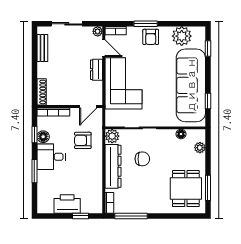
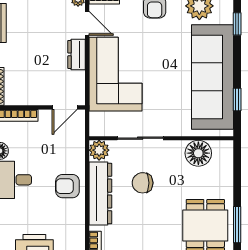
floor lamp: (181, 134) -> (198, 153), width x1.89, depth x1.89
armchair: (83, 140) -> (67, 186), moved
plant: (200, 148) -> (225, 167), removed
chair: (142, 159) -> (143, 183), turned 180

